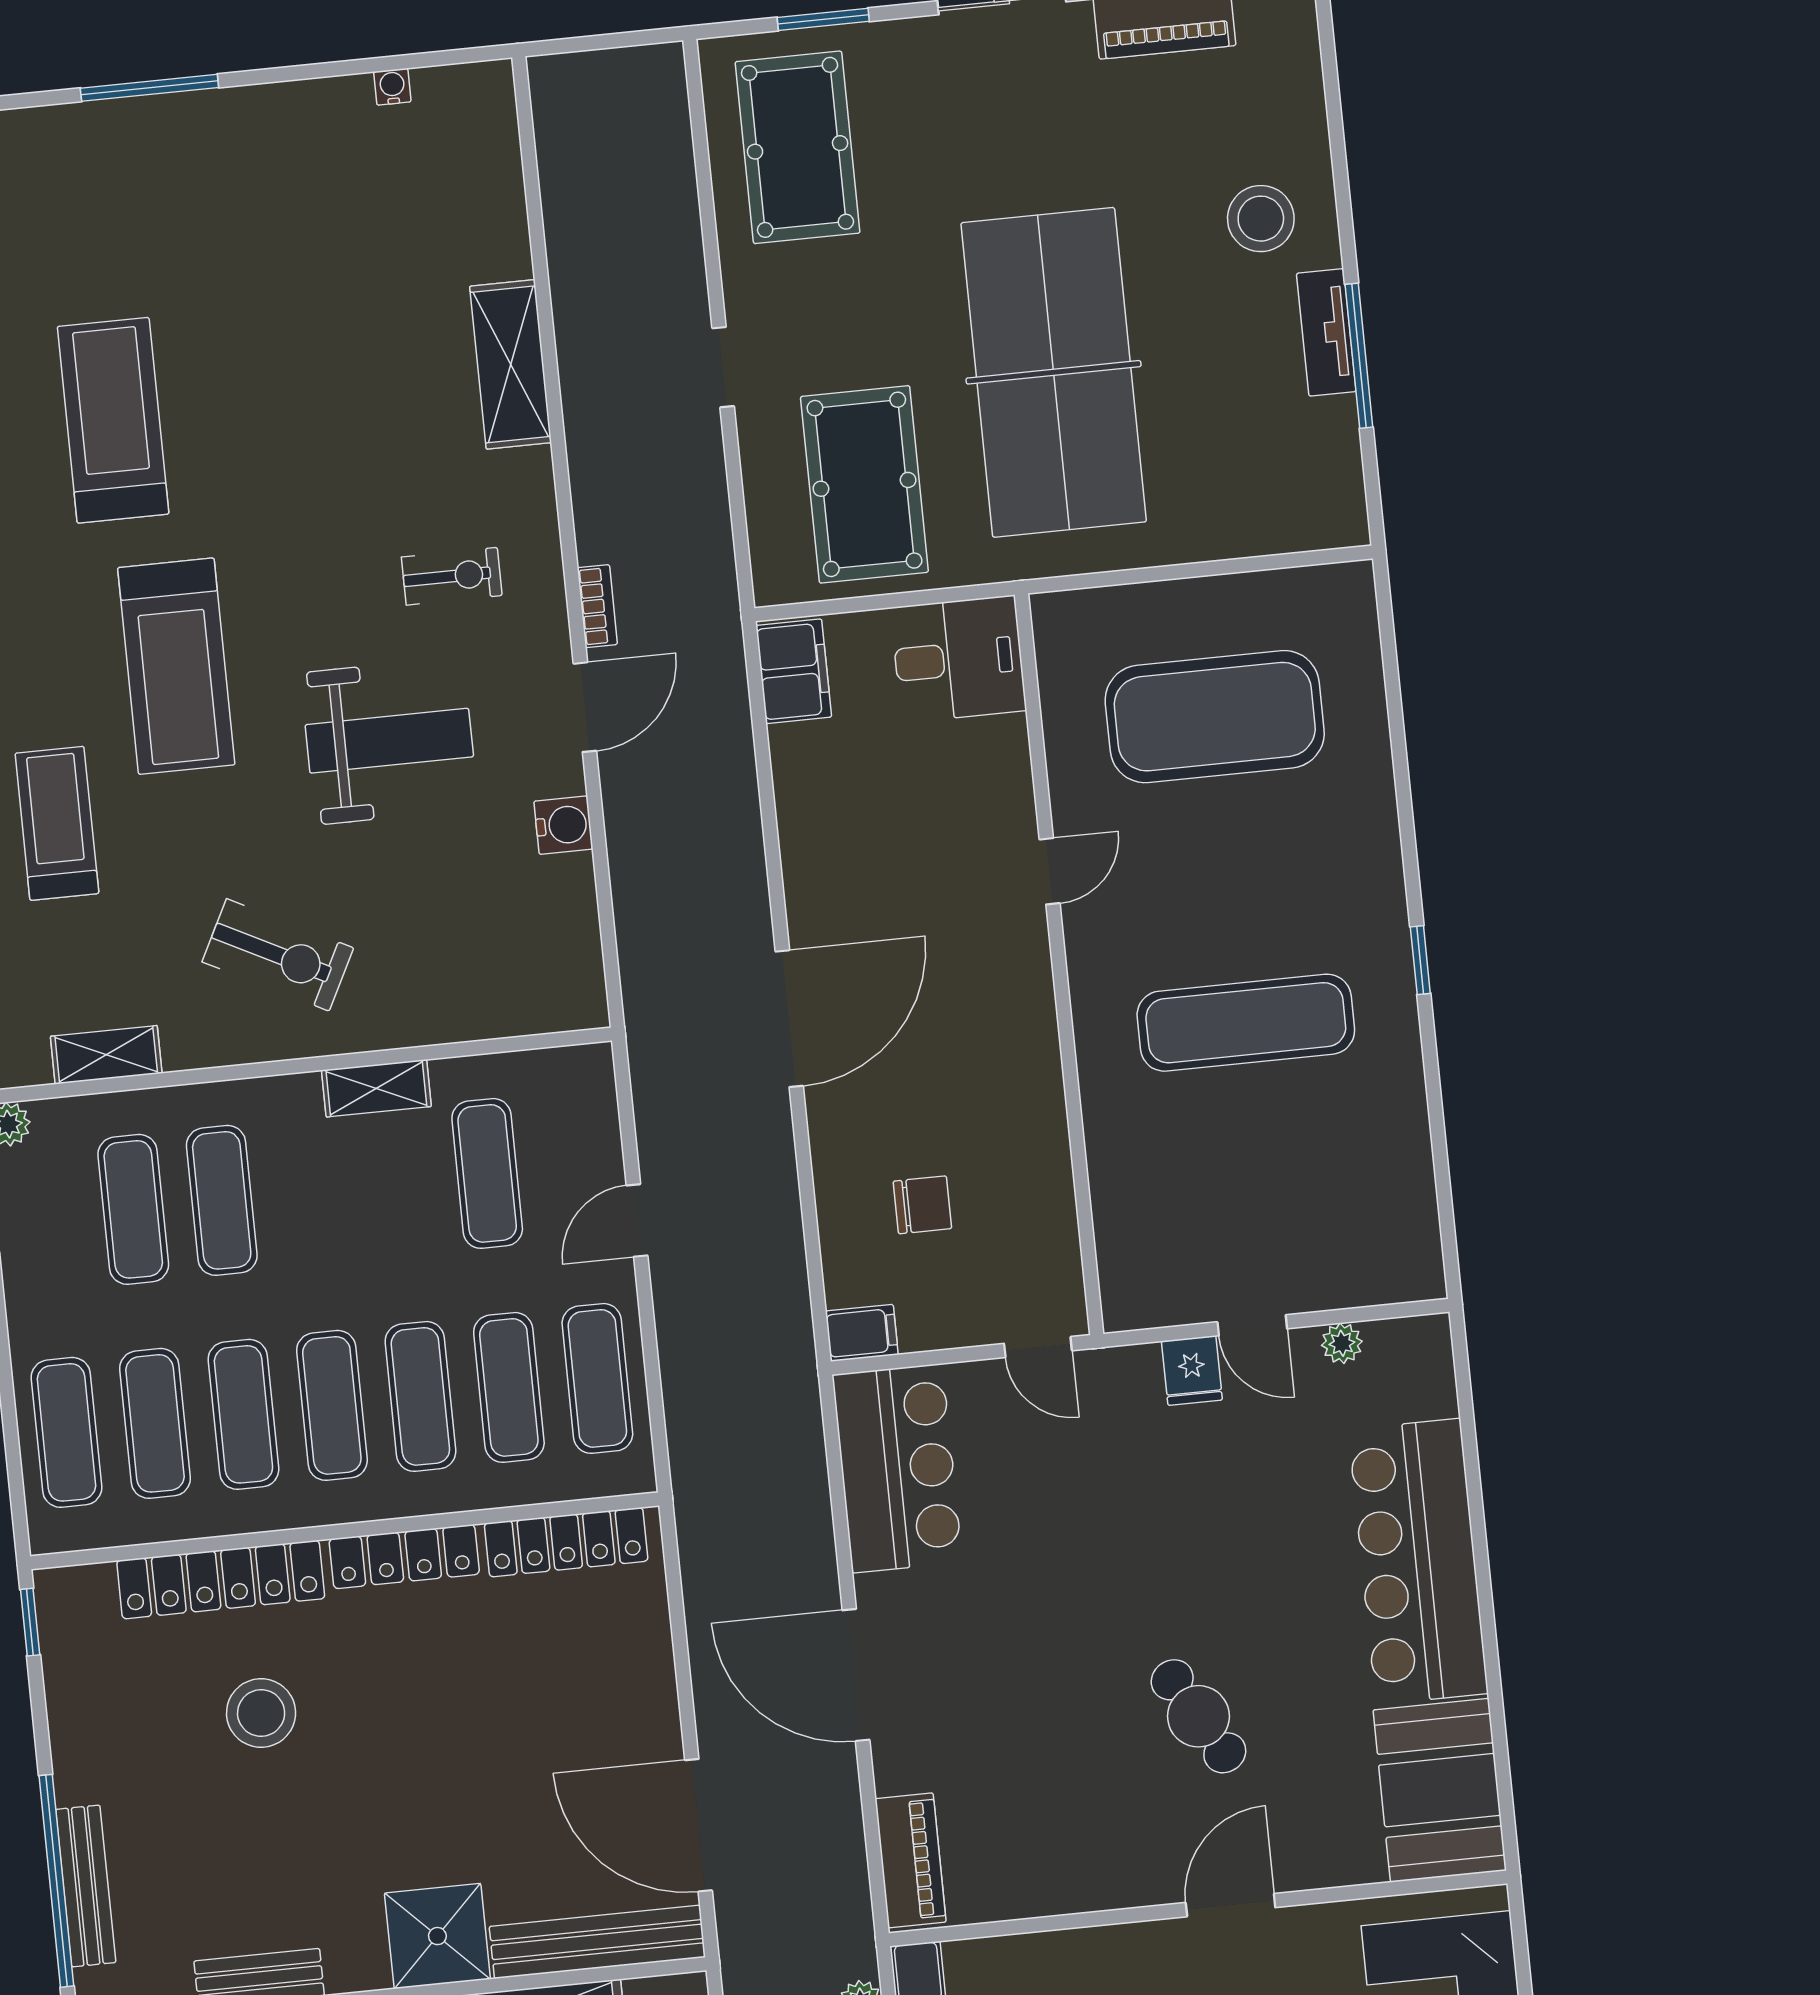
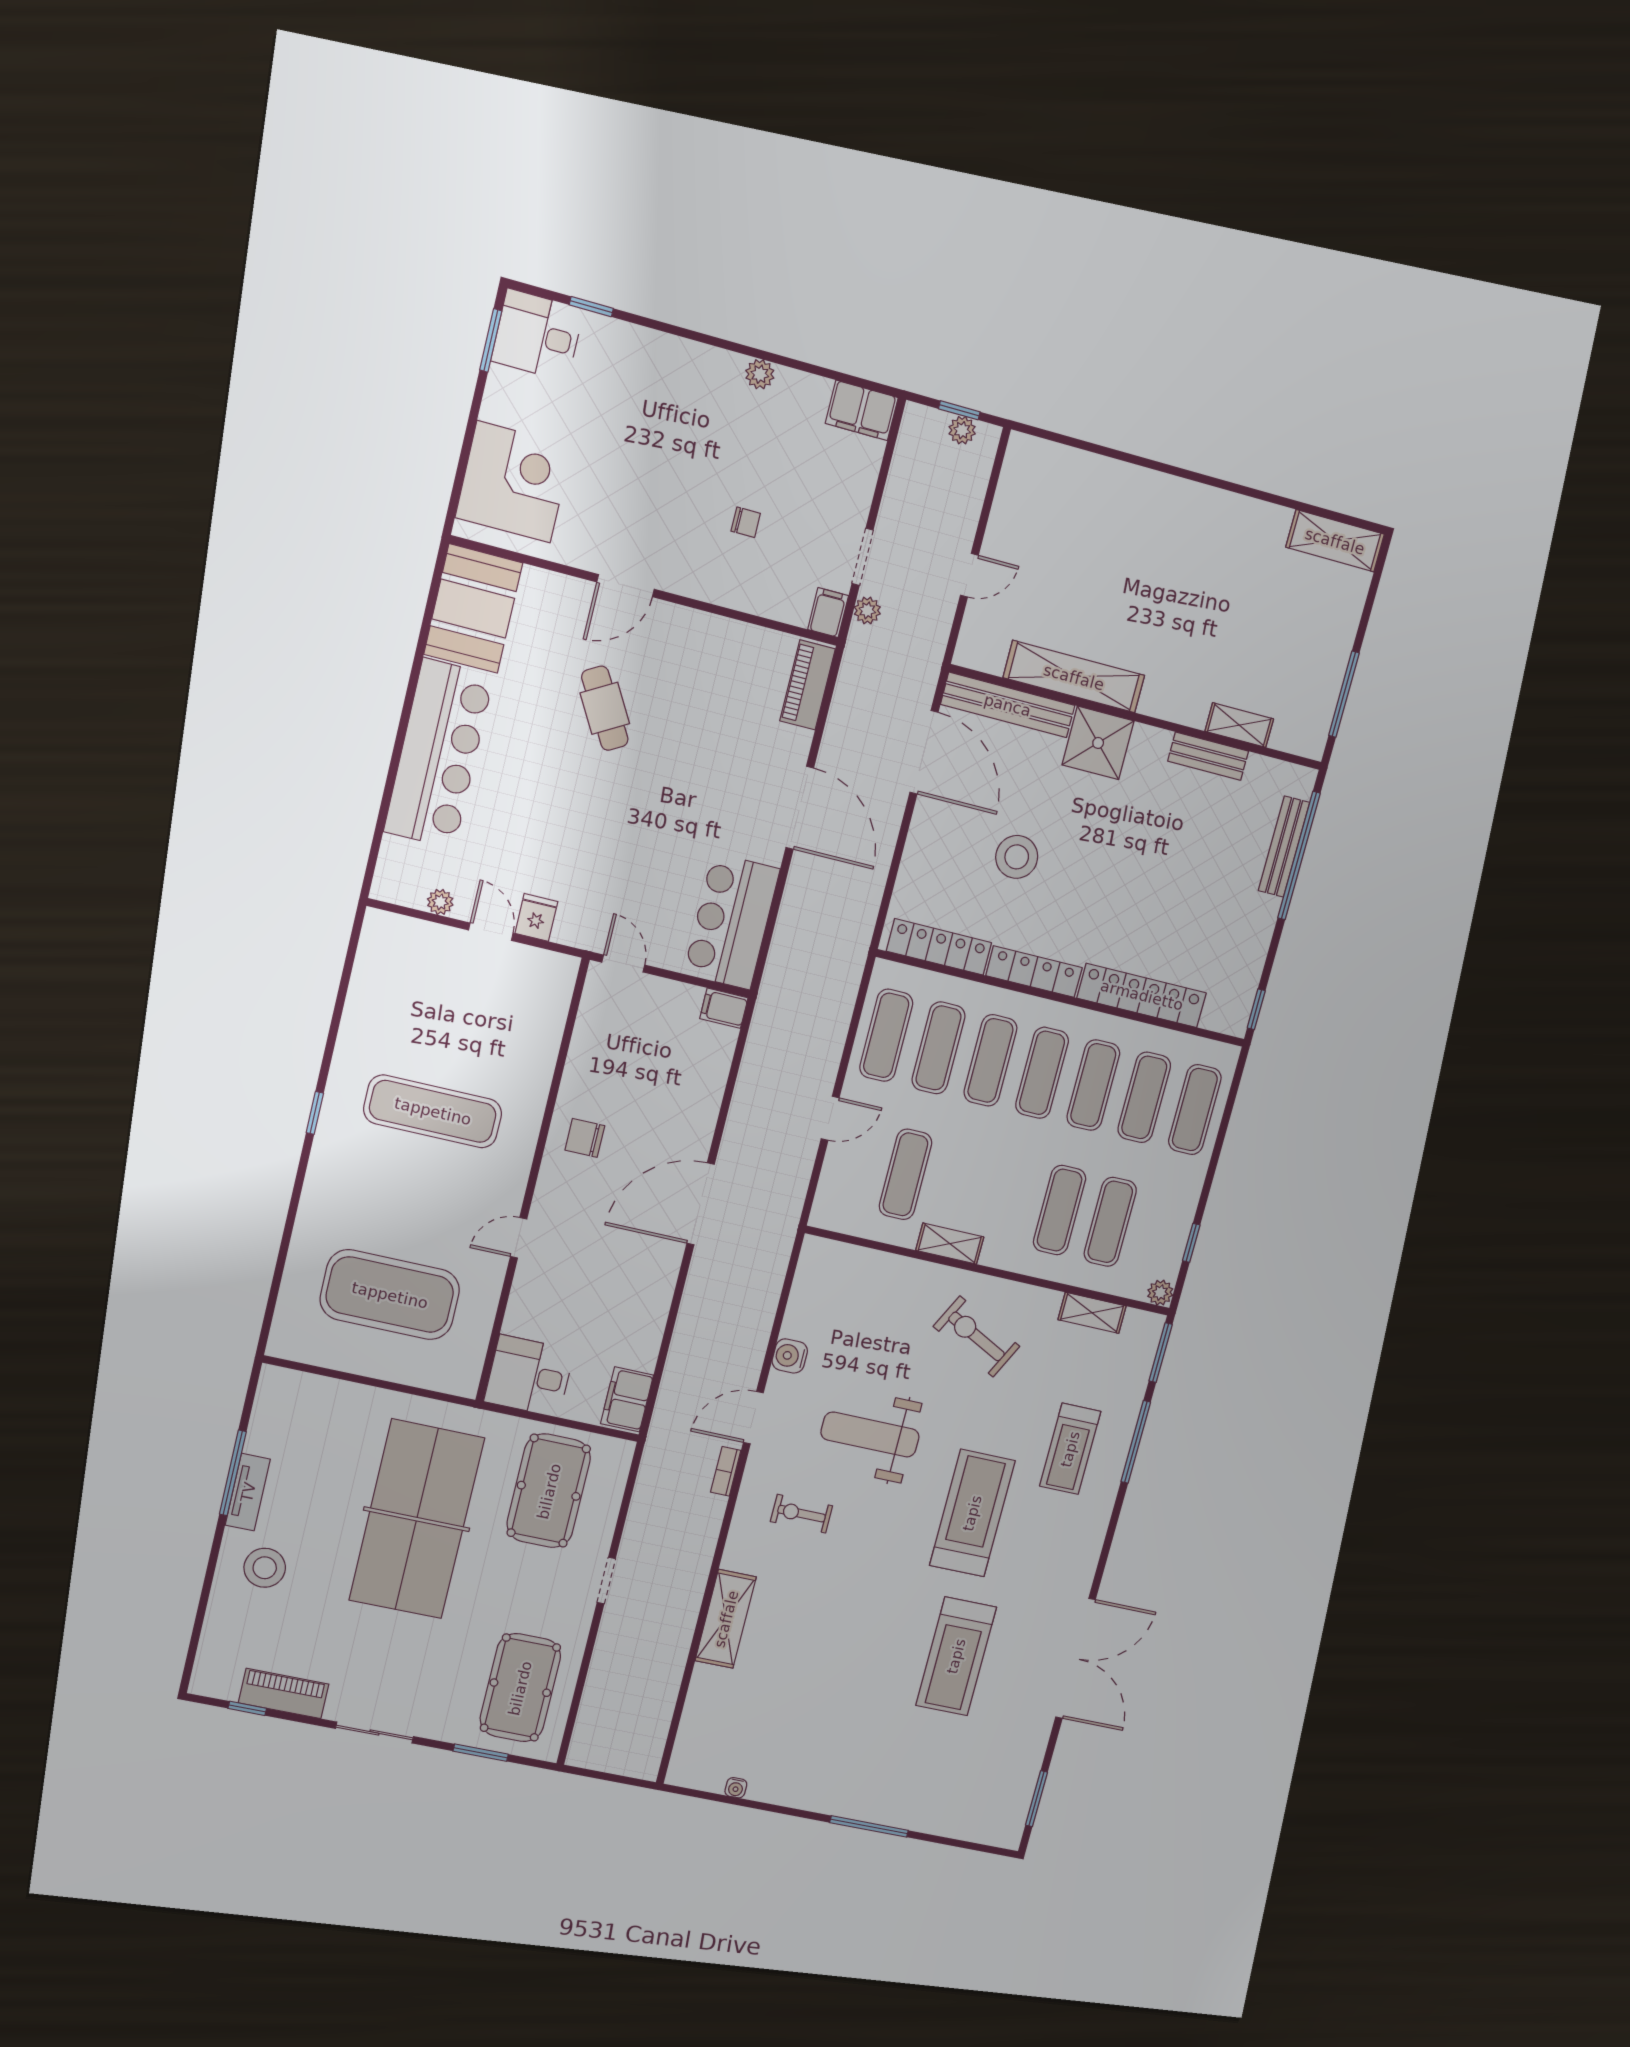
chair: (922, 1205) -> (585, 1138), moved
stool: (261, 1713) -> (1017, 857), moved

